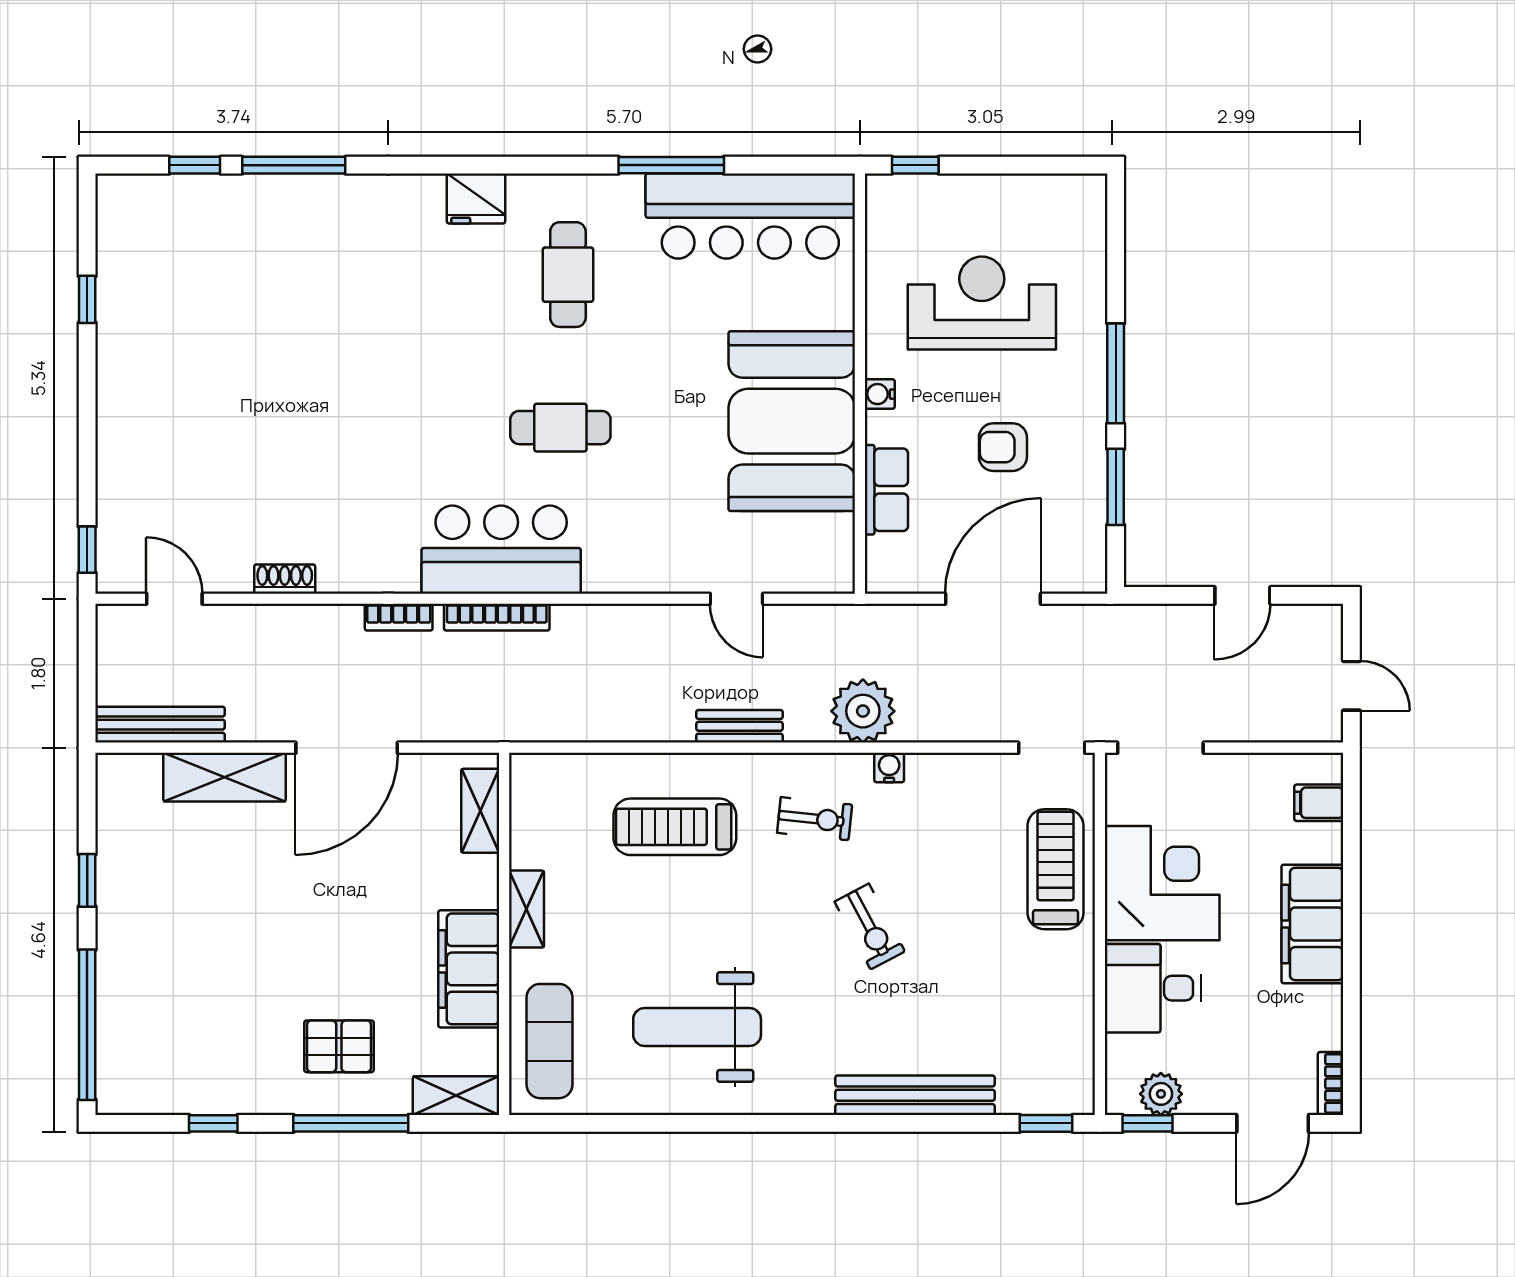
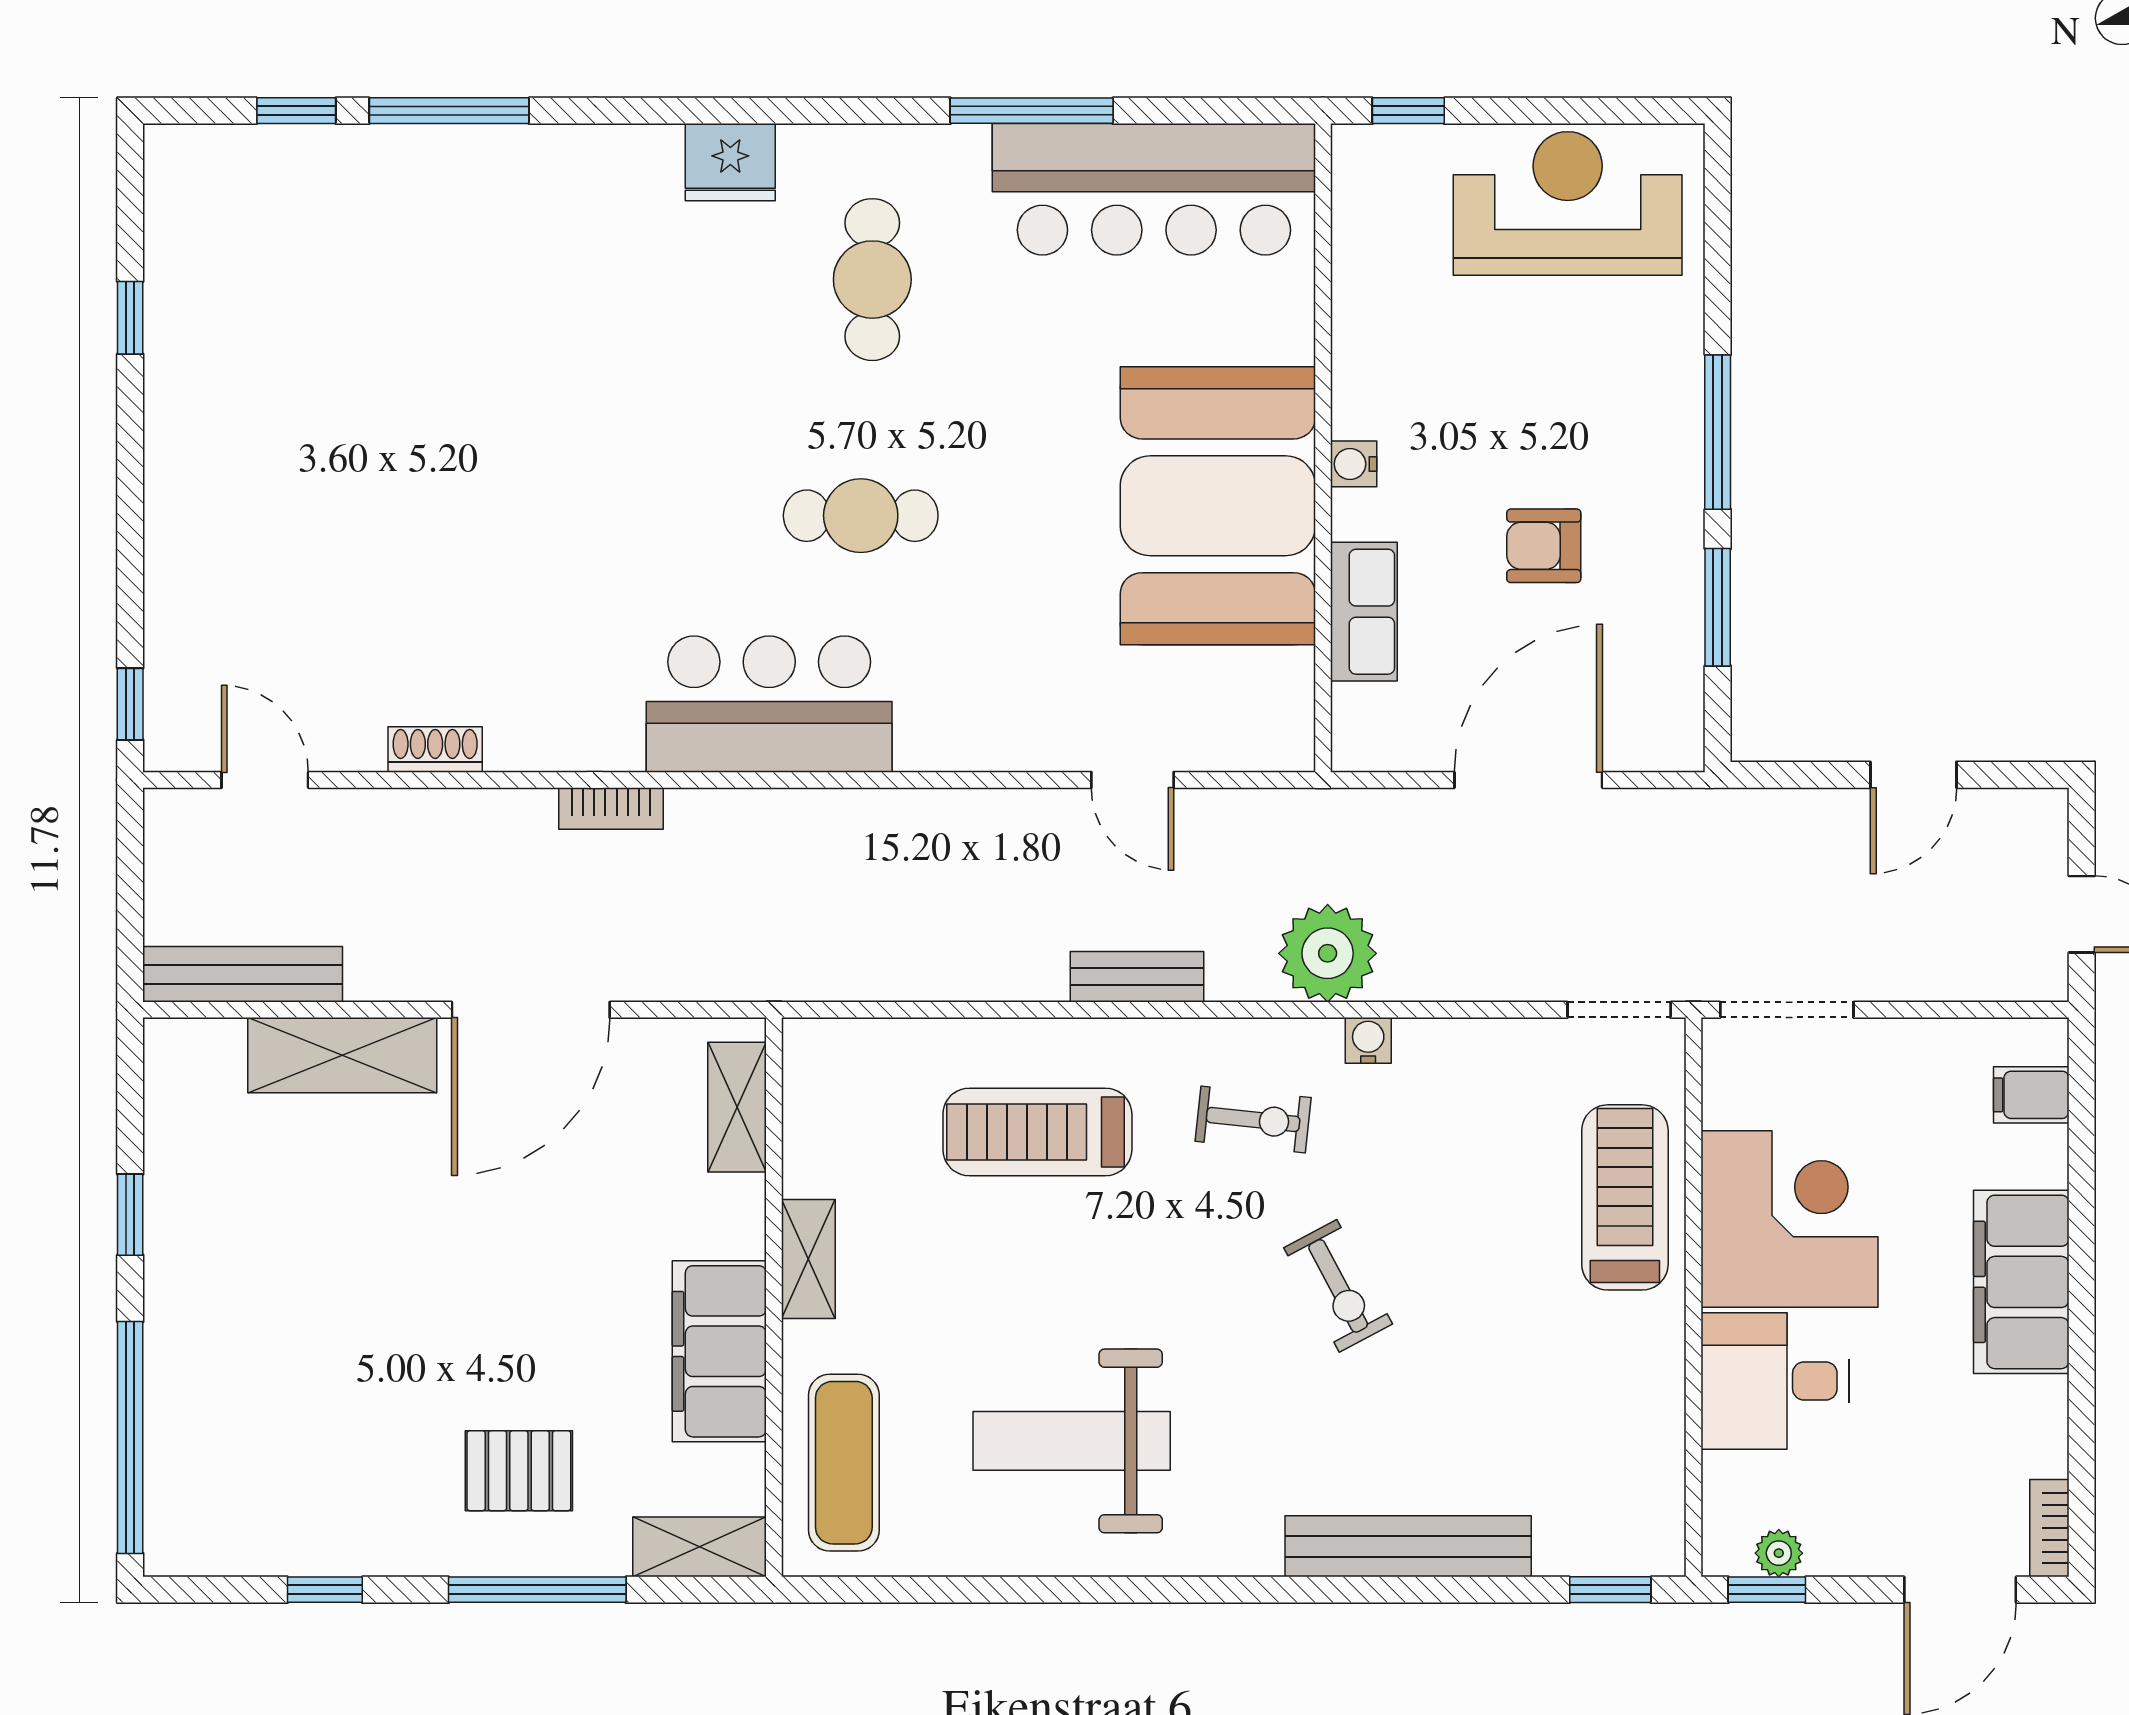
reception desk: (982, 303) -> (1568, 203), moved
bookcase: (497, 617) -> (762, 808), removed
plant: (1161, 1094) -> (1779, 1553), width x0.73, depth x0.73

